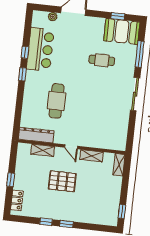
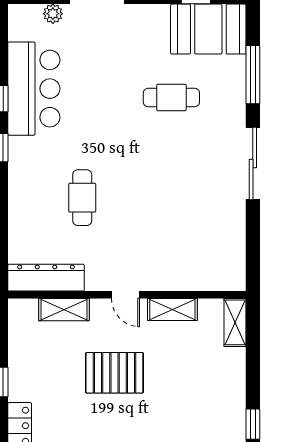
cafe table: (57, 101) -> (82, 198), width x0.73, depth x0.74

